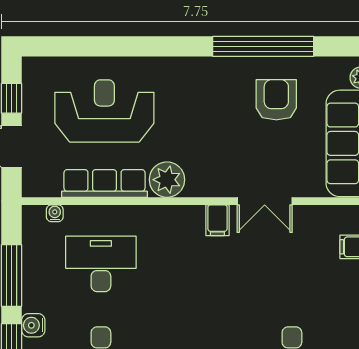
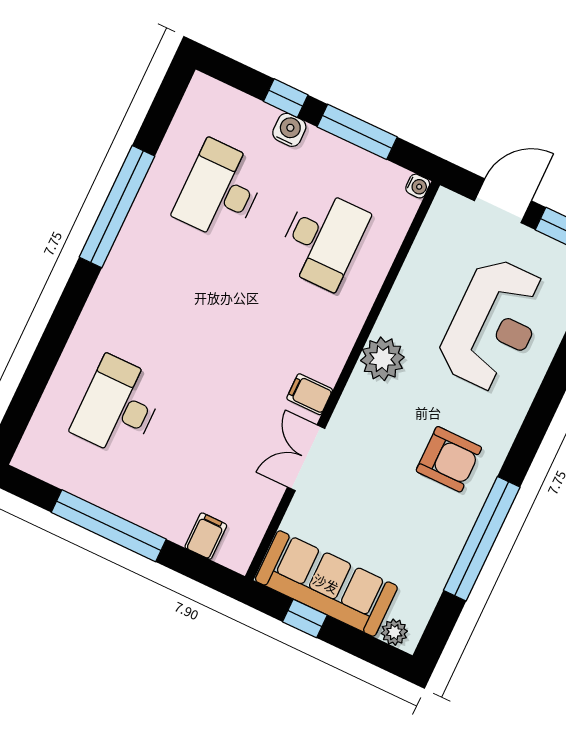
armchair: (276, 100) -> (449, 459), moved
row of seats: (104, 183) -> (412, 286), removed
water cooler: (55, 213) -> (418, 186), moved

